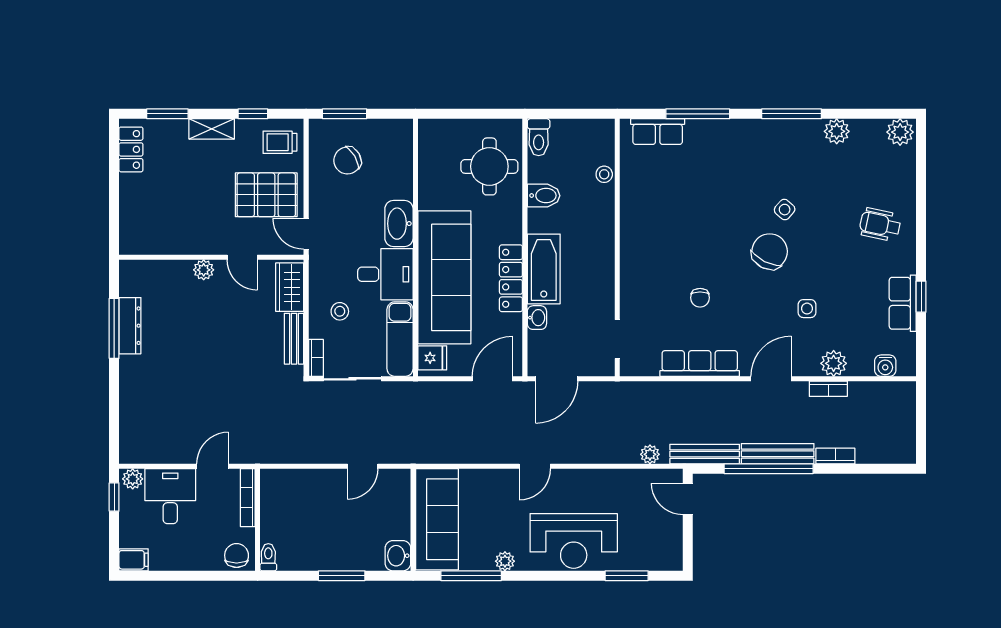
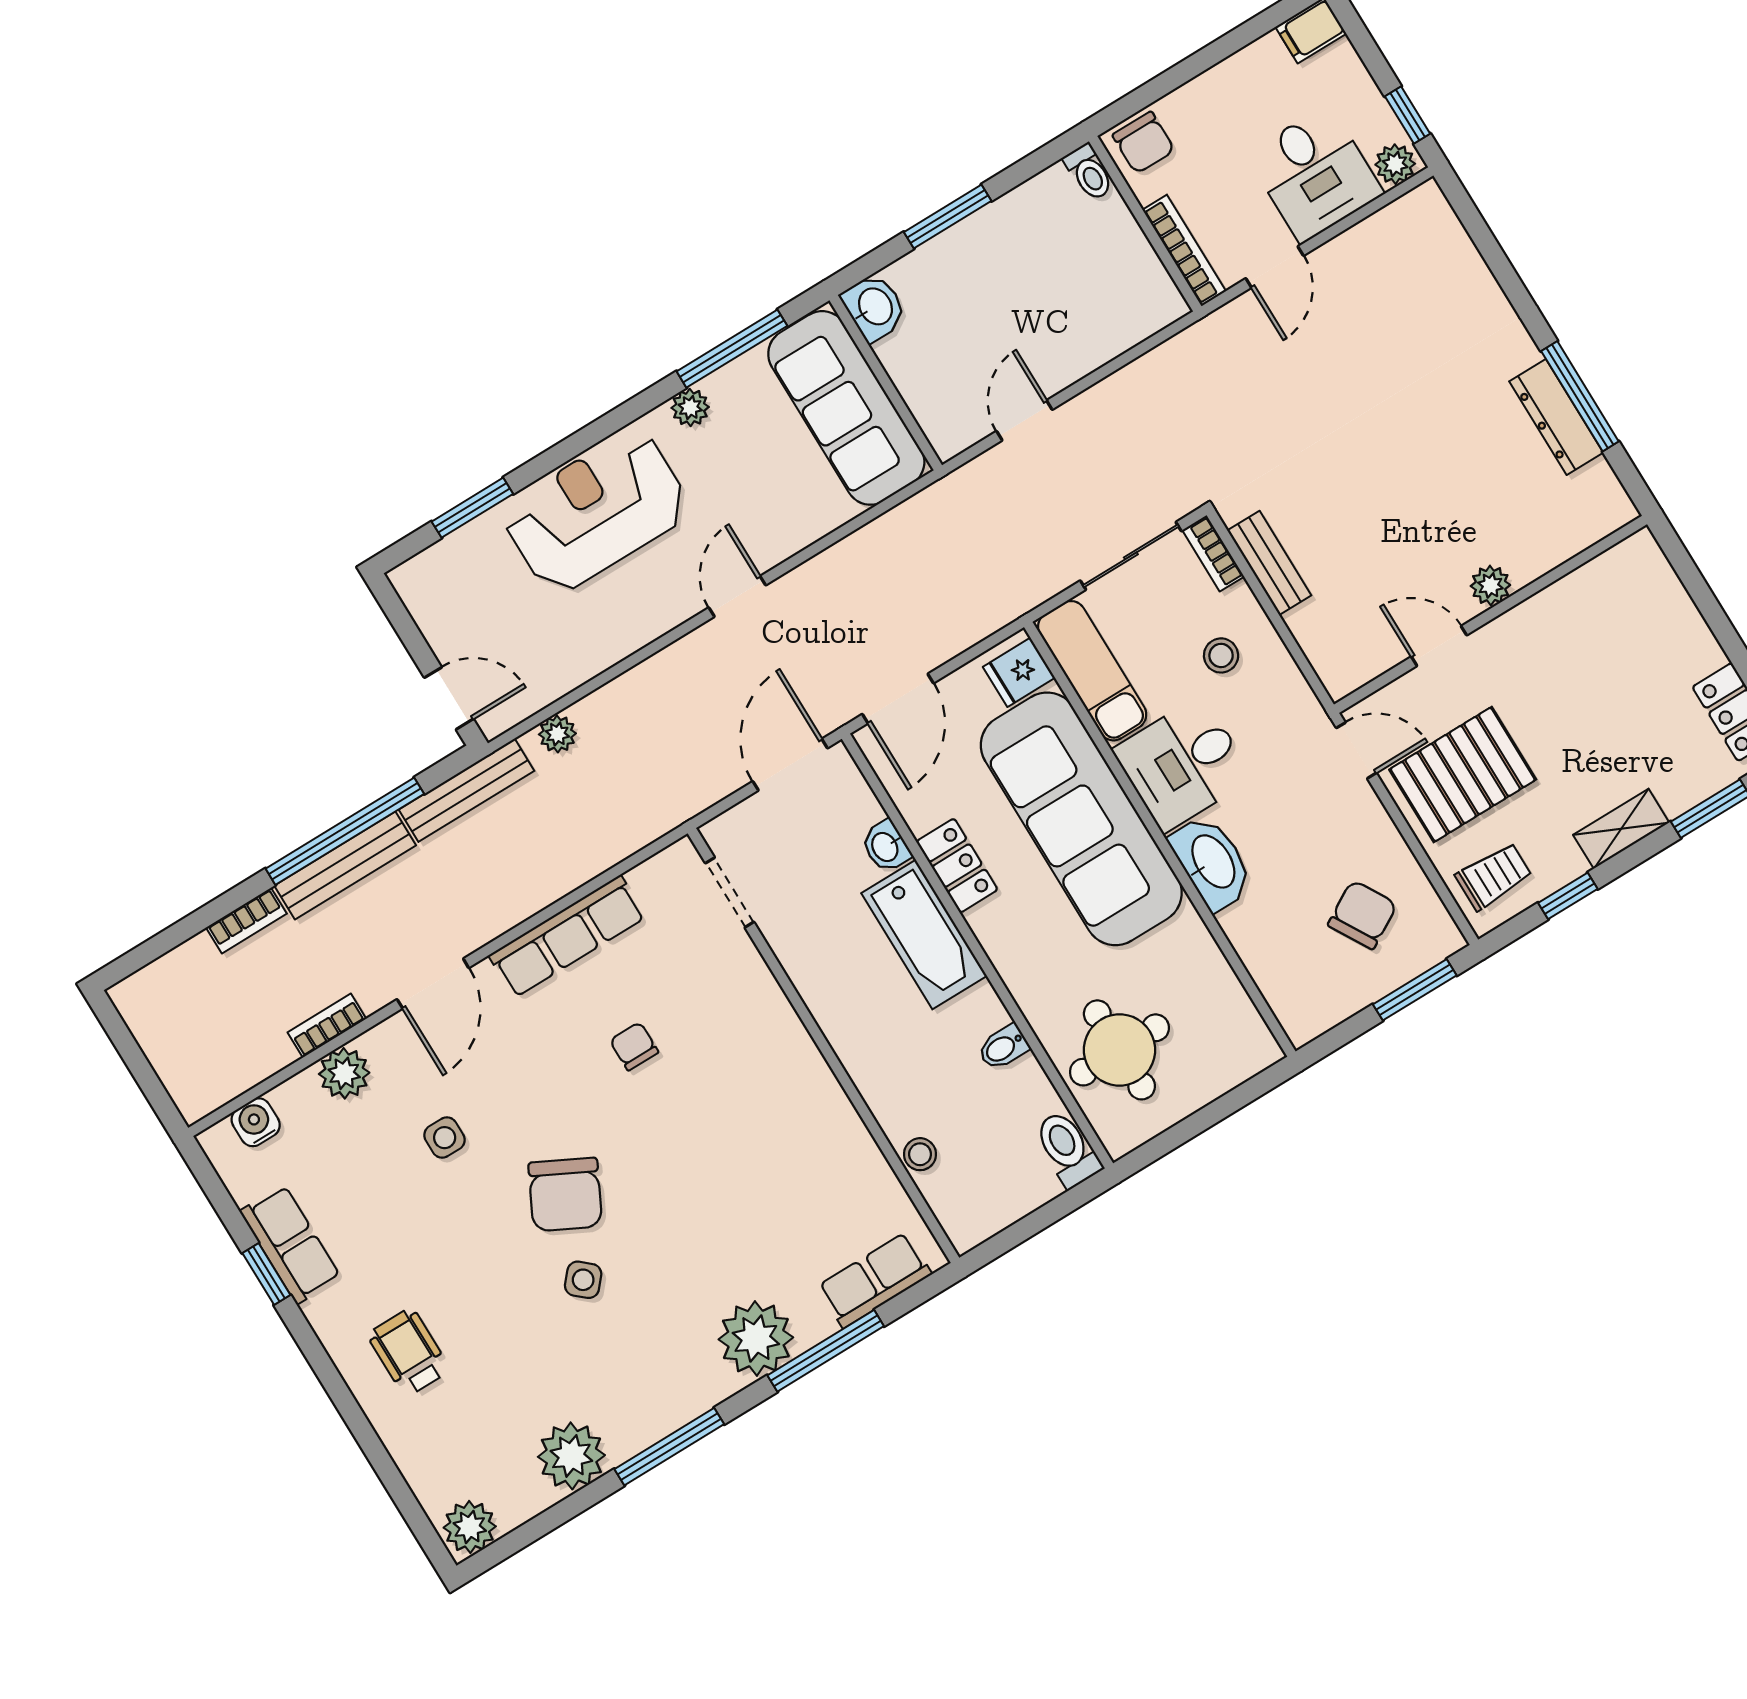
plant: (837, 131) -> (571, 1456), width x1.36, depth x1.36
plant: (725, 138) -> (756, 1338), added
bidet: (544, 196) -> (1003, 1047), width x0.72, depth x0.74
wheelchair: (880, 225) -> (409, 1352), turned -102
locker: (511, 278) -> (957, 866), width x0.66
wardrobe: (290, 287) -> (1329, 644), removed

